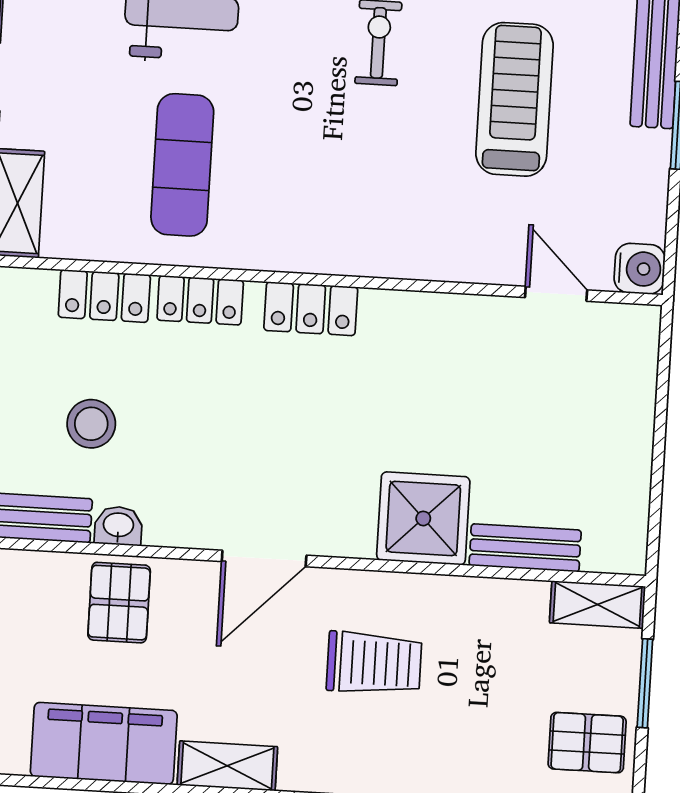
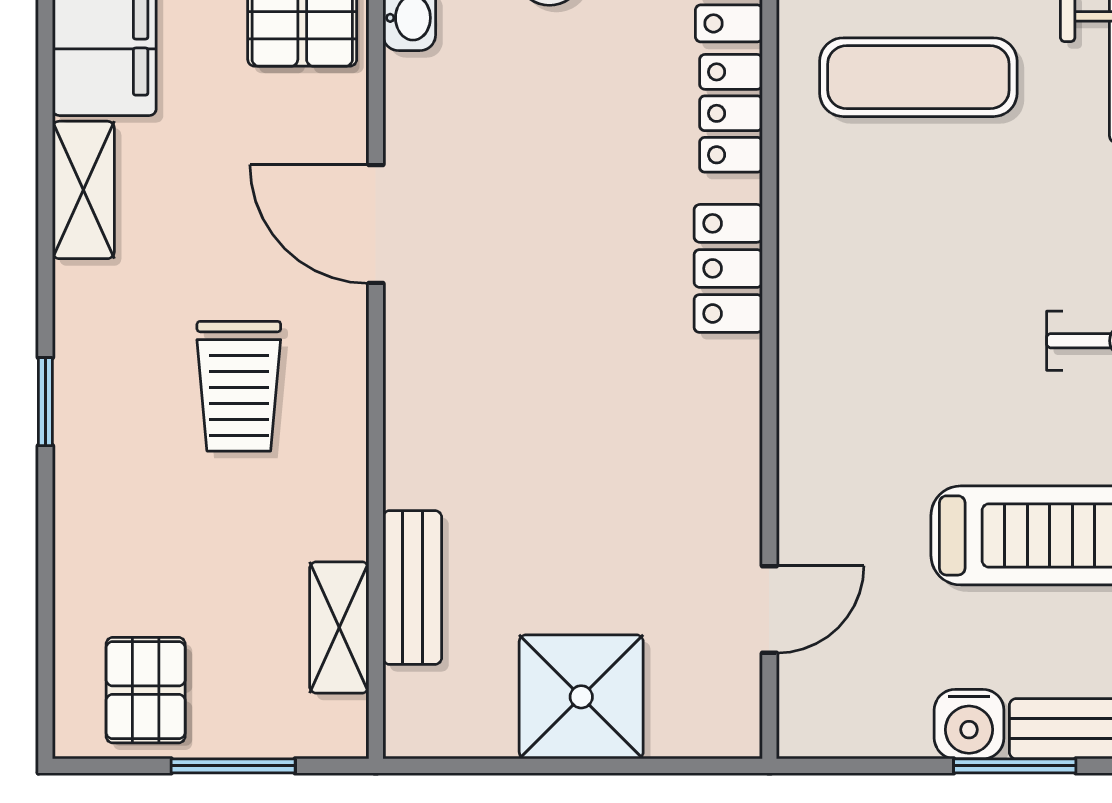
water cooler: (640, 269) -> (969, 724), moved
shower: (423, 518) -> (581, 697), moved
shelving: (597, 604) -> (339, 627), moved

